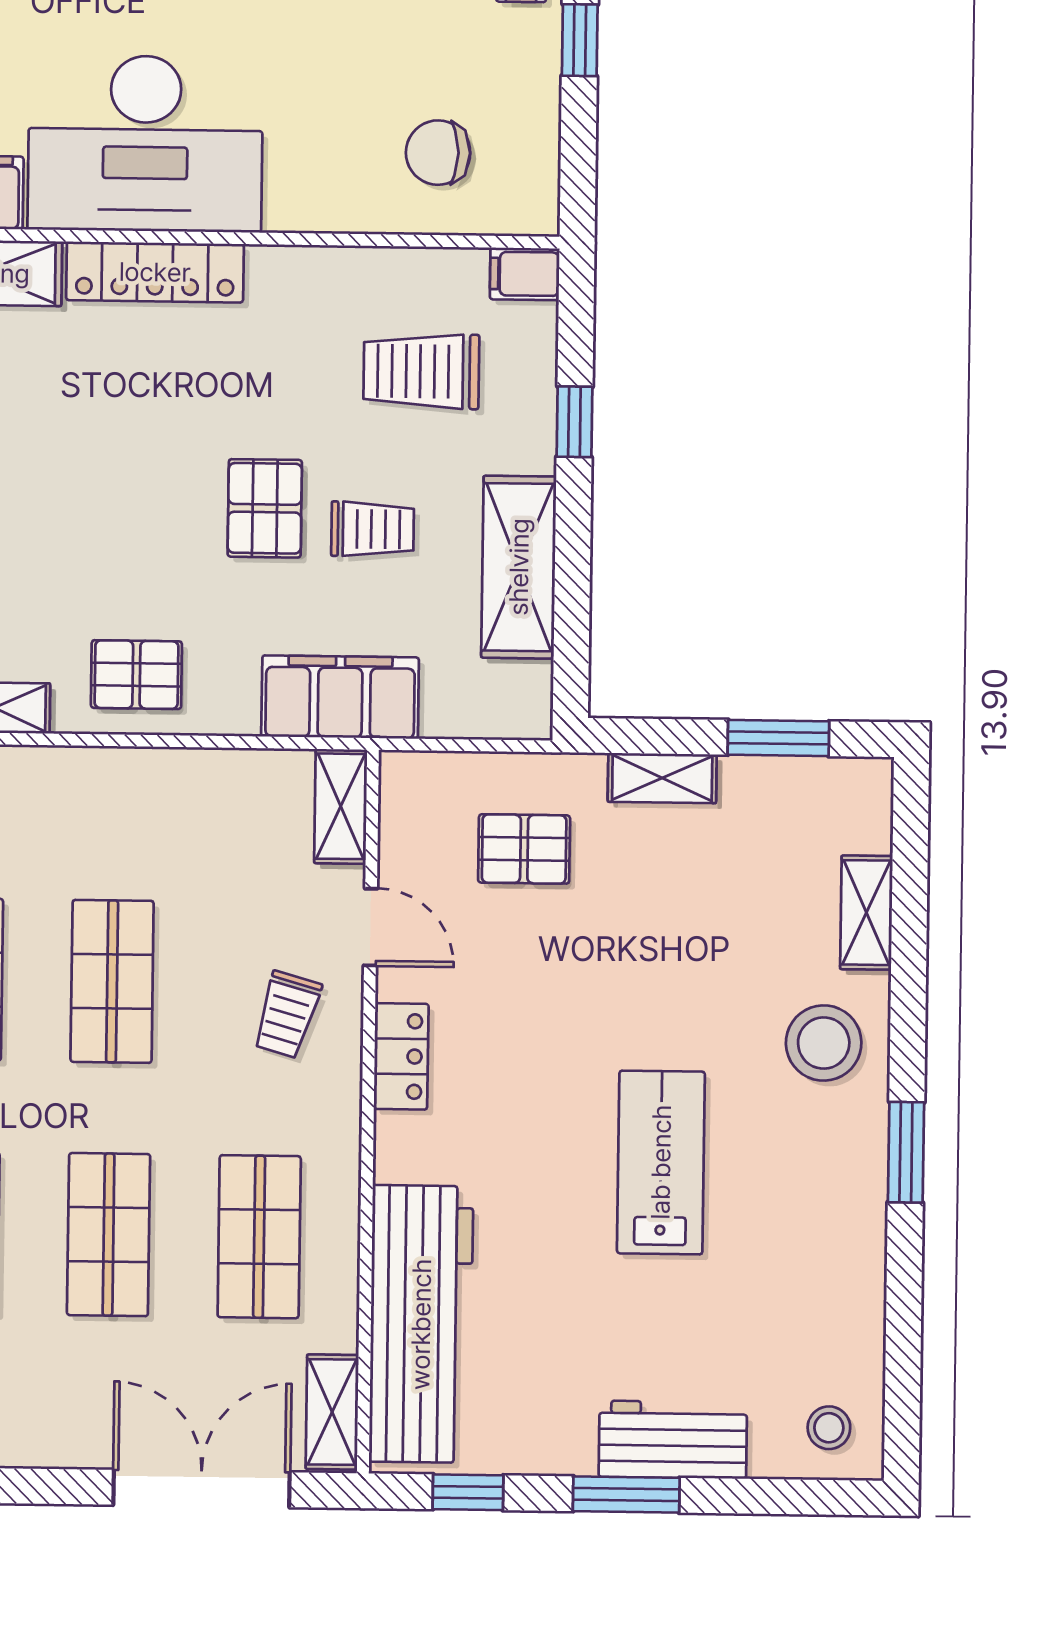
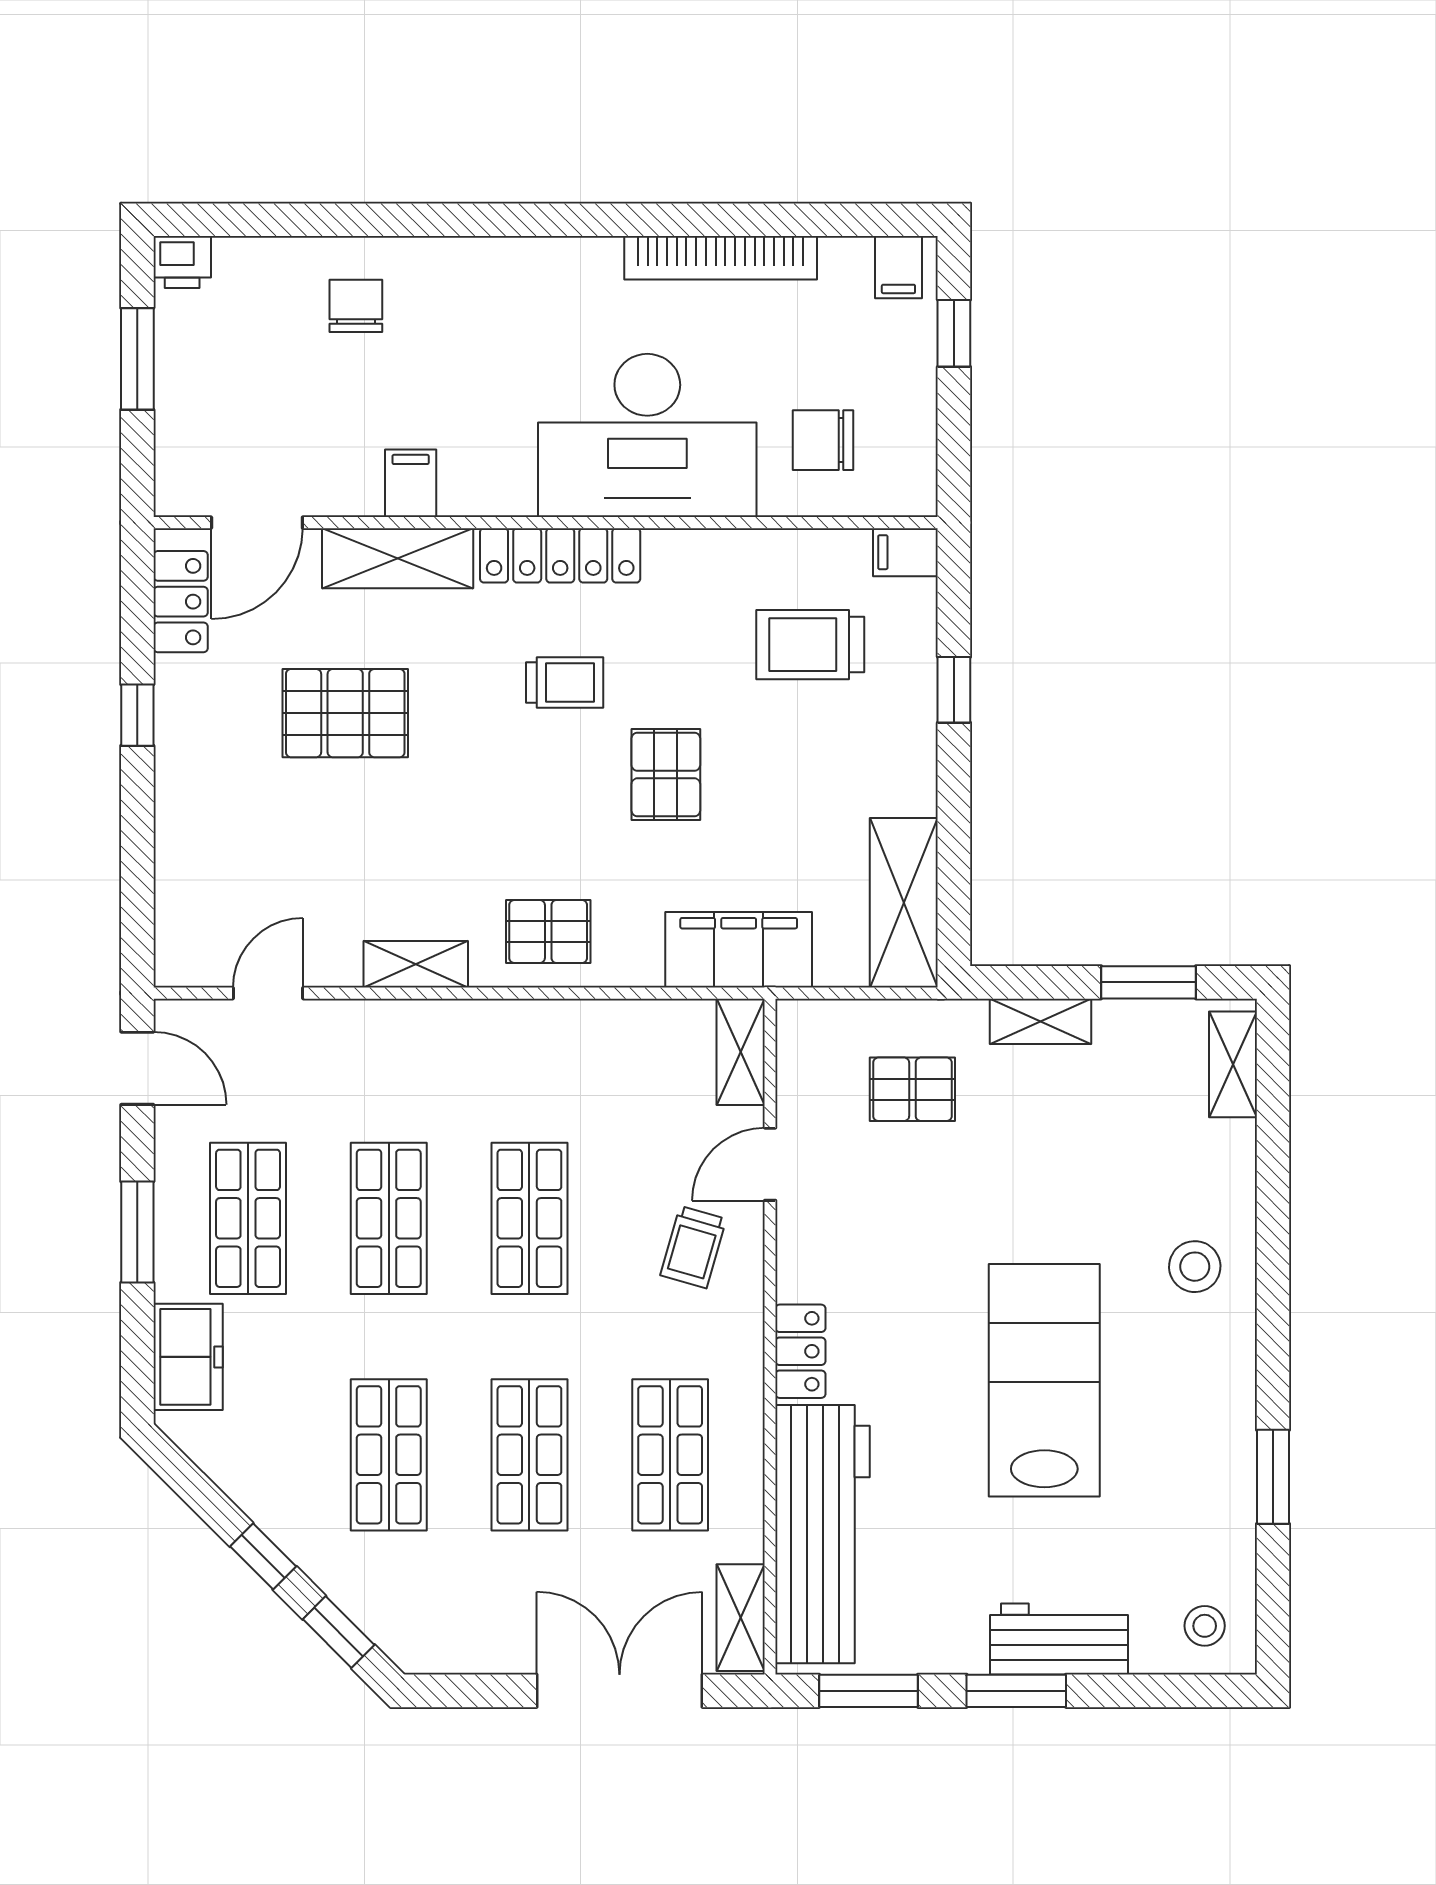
desk: (145, 144) -> (647, 435), moved
trolley: (373, 529) -> (565, 682), moved
shelving: (519, 567) -> (904, 903), moved
shelving: (866, 913) -> (1233, 1064), moved
door: (370, 927) -> (770, 1164), swing flipped
stool: (824, 1043) -> (1195, 1267), width x0.73, depth x0.73
locker: (401, 1056) -> (800, 1351), moved
window: (906, 1152) -> (1273, 1477), moved
lab bench: (661, 1162) -> (1044, 1380), width x1.36, depth x1.39
window: (468, 1492) -> (868, 1691), width x1.50

